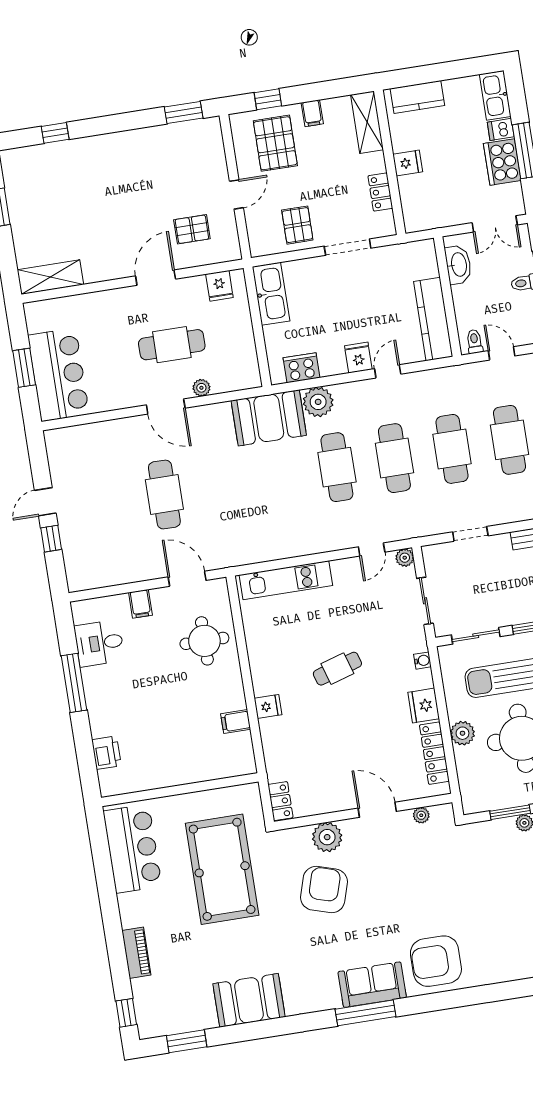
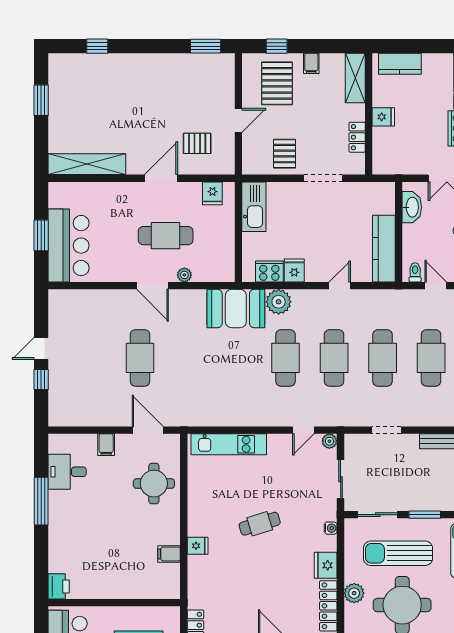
shelving: (50, 277) -> (87, 164), width x1.47
fridge: (358, 358) -> (294, 270), moved
printer: (106, 753) -> (59, 586), moved

